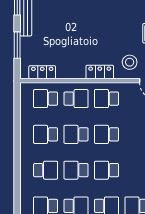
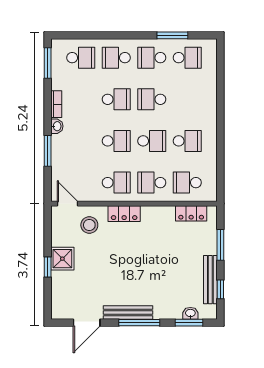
school desk: (46, 99) -> (187, 183), turned 180
school desk: (46, 170) -> (187, 99), removed
school desk: (76, 170) -> (152, 99), turned 180

